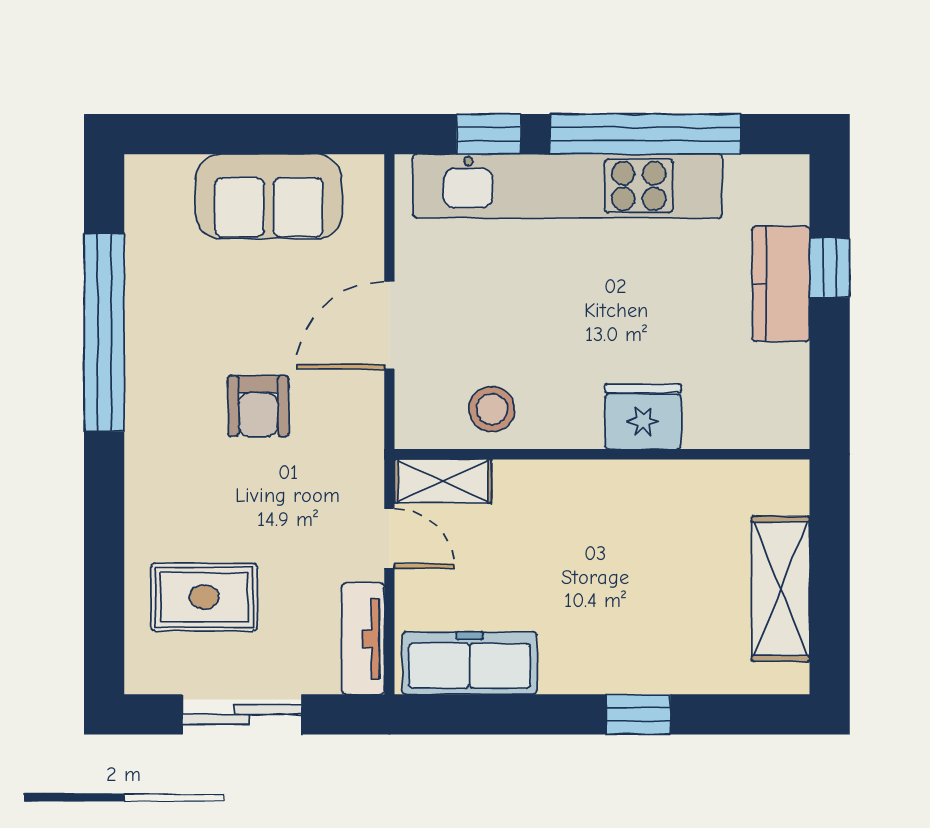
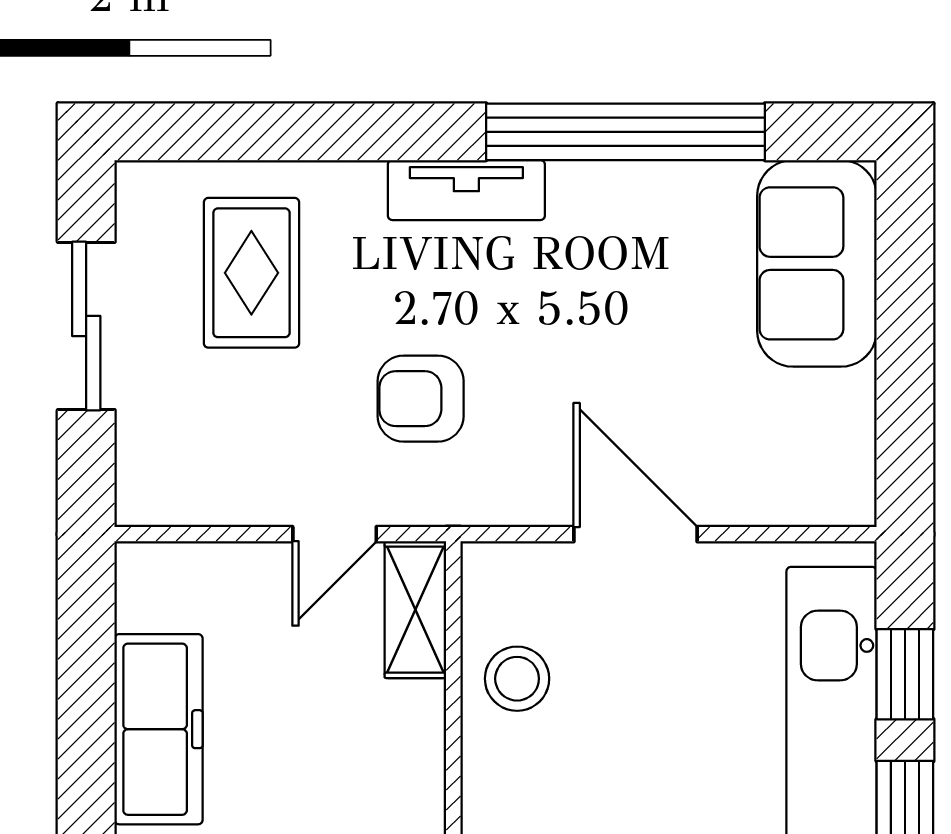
sofa: (269, 196) -> (817, 263), moved
armchair: (258, 406) -> (421, 399), moved
tv unit: (363, 639) -> (466, 190), moved, turned 180
freezer: (470, 663) -> (159, 729), moved

